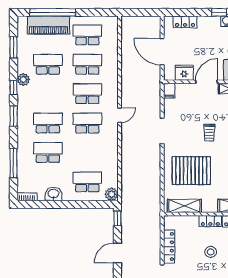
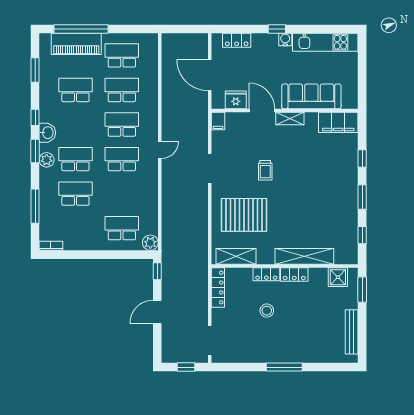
plant: (23, 80) -> (47, 160), moved
door: (207, 82) -> (262, 111), hinge flipped
washbasin: (53, 194) -> (47, 133), moved, turned 90
locker: (169, 246) -> (218, 287), moved

